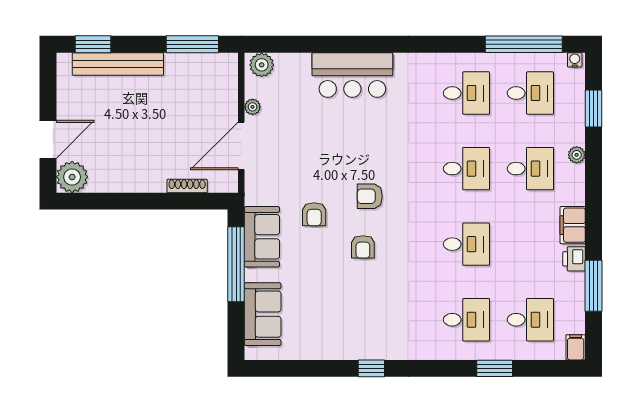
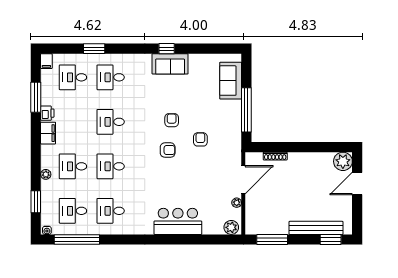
sofa: (262, 237) -> (170, 64), moved, turned -90

